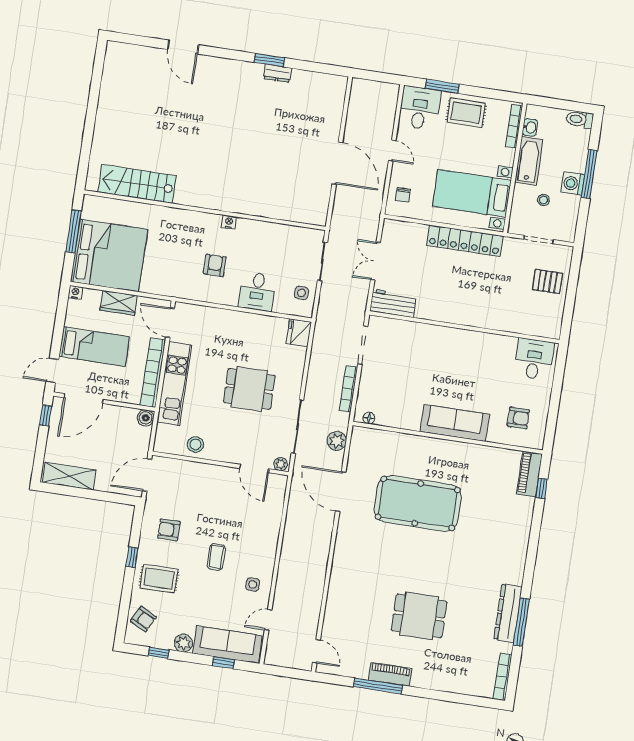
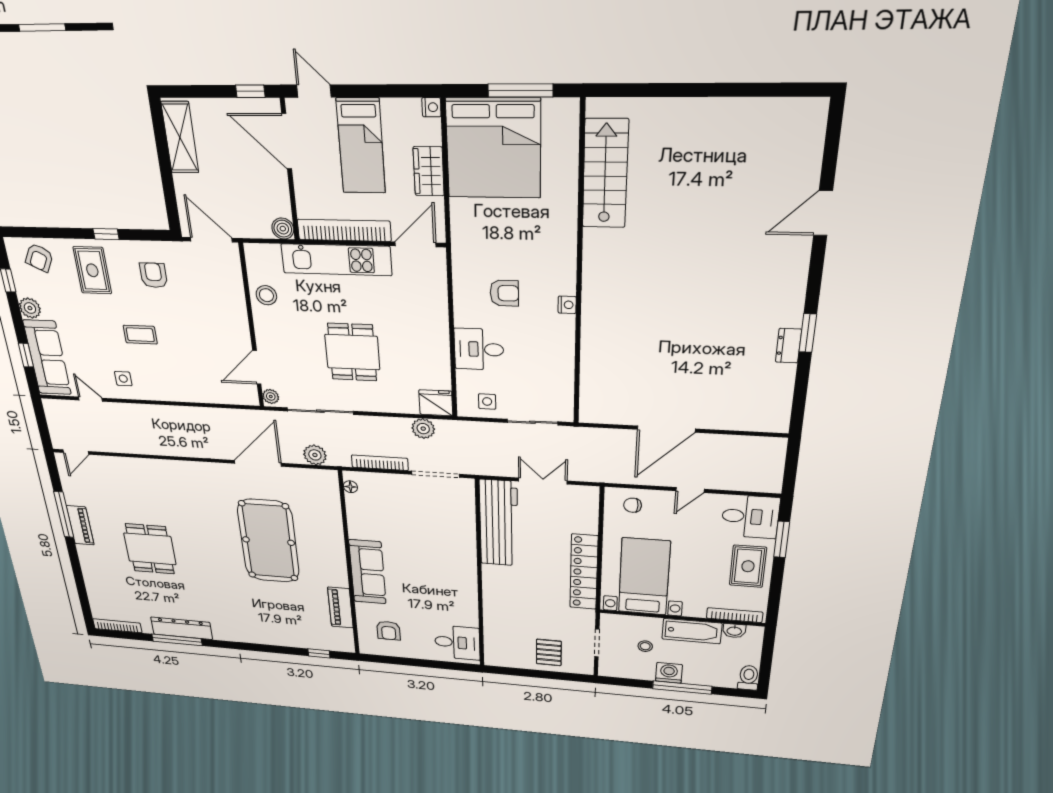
workbench: (393, 303) -> (499, 523), width x1.88, depth x1.32
plant: (320, 347) -> (423, 429), added
piano: (530, 474) -> (340, 608), moved, turned -90

